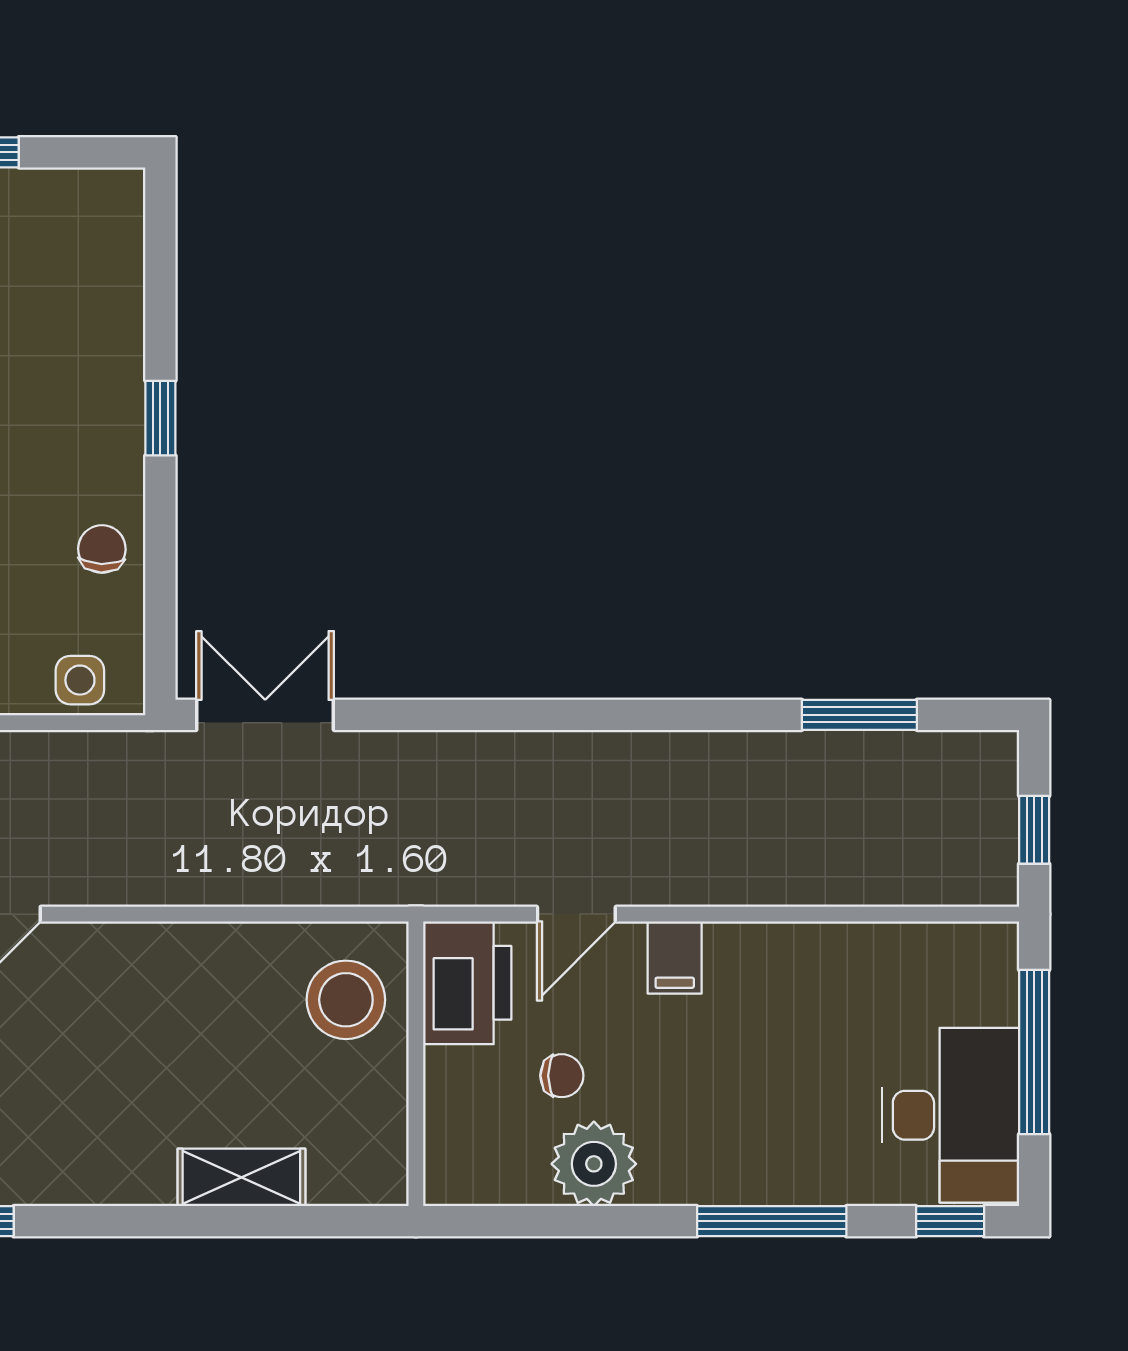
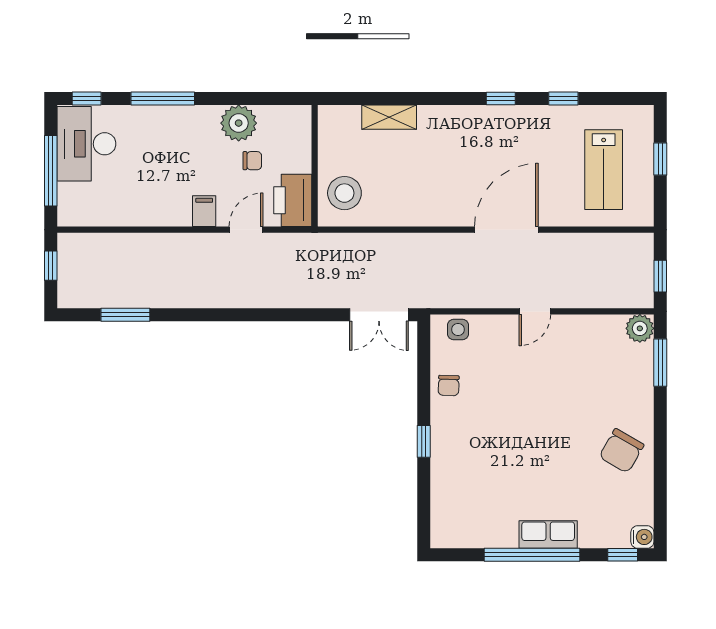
chair: (562, 1076) -> (252, 161), turned 180

